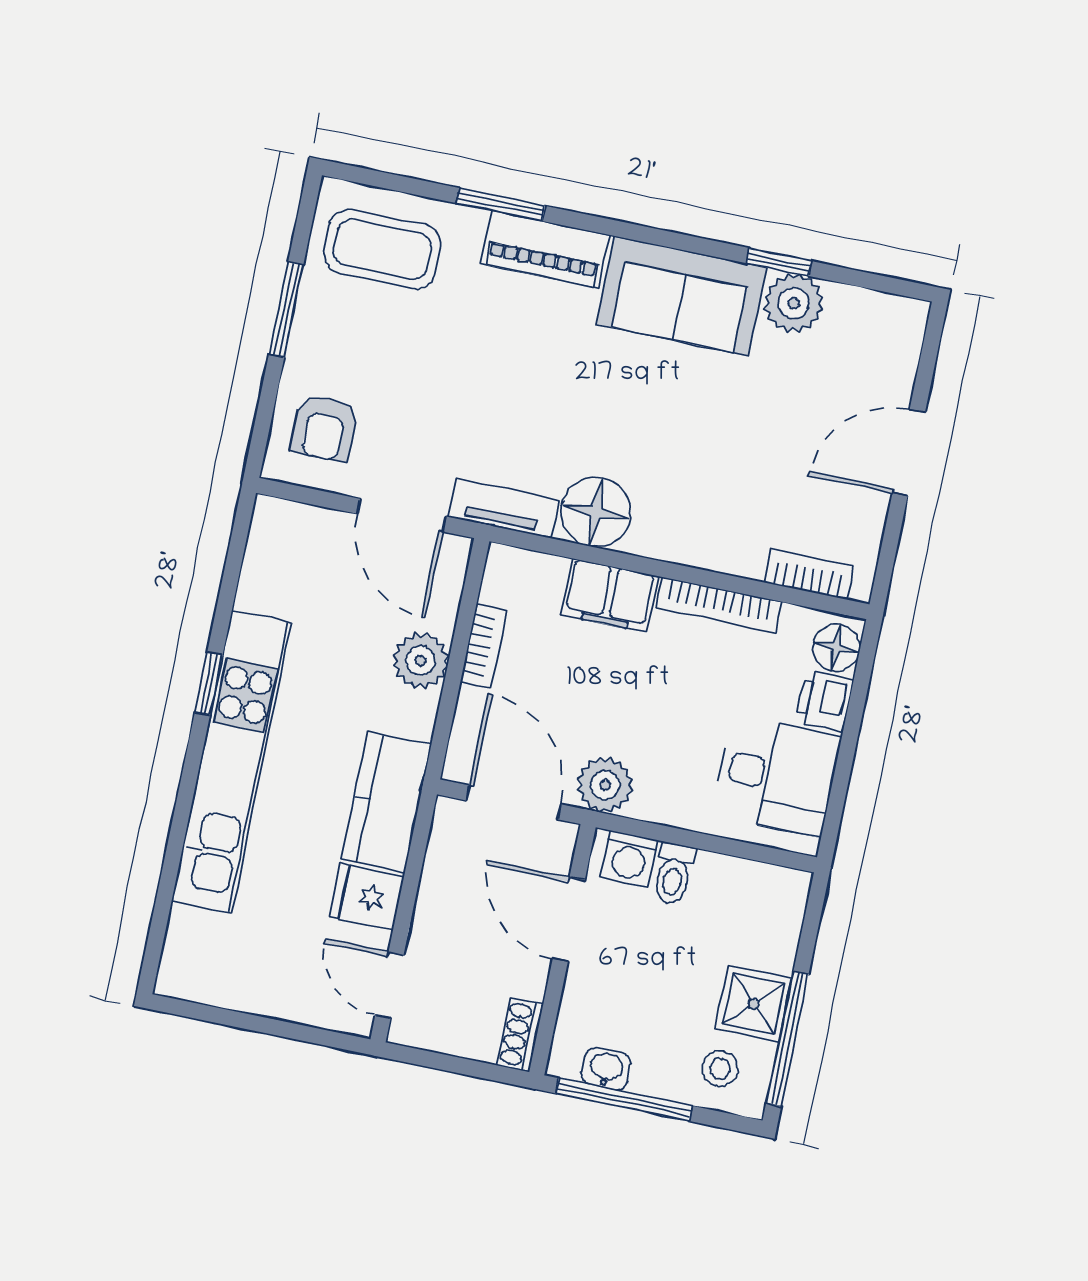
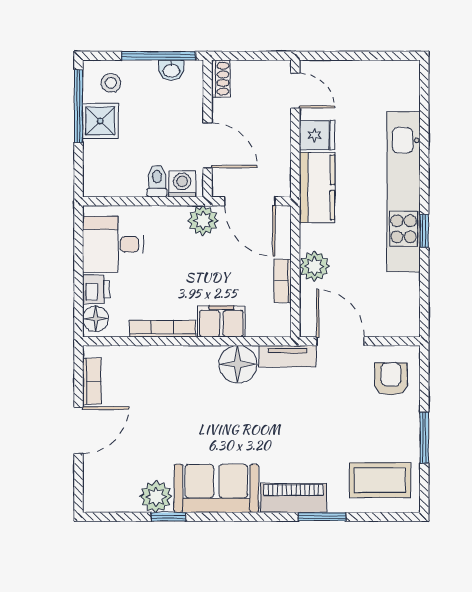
bookcase: (809, 574) -> (92, 381), moved, turned -90

